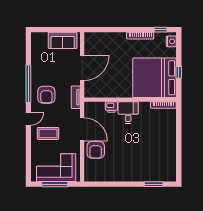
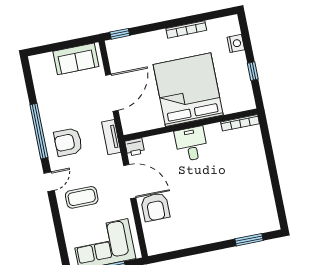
window: (161, 30) -> (120, 34), moved
nightstand: (171, 41) -> (236, 43), moved
bed: (155, 78) -> (188, 90), moved, turned 90
armchair: (46, 95) -> (68, 142), turned 90
printer: (111, 107) -> (135, 147), moved

